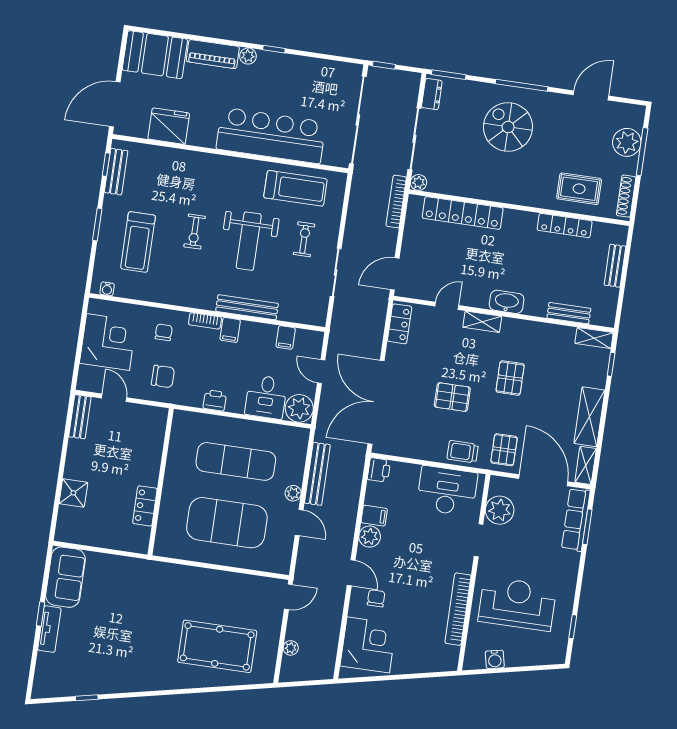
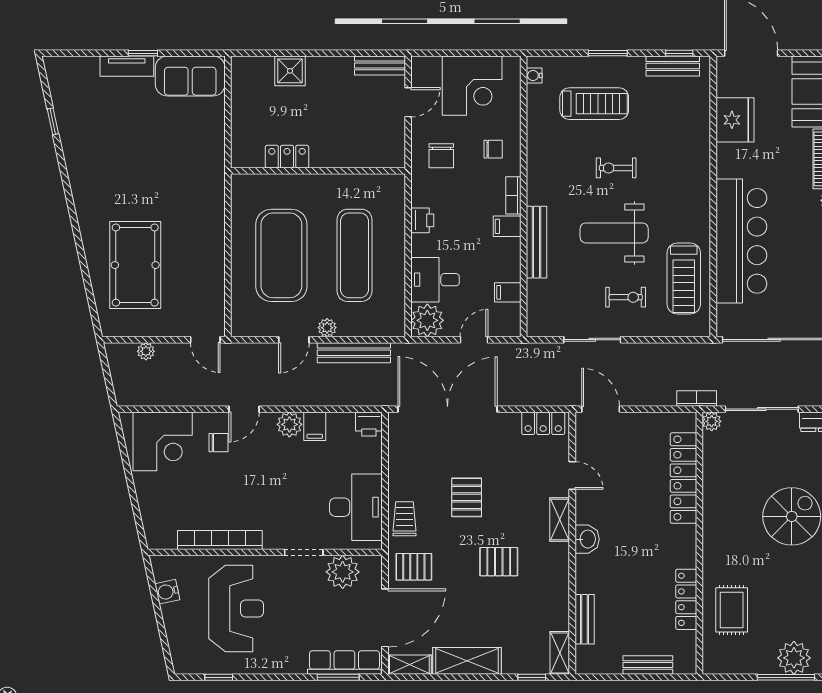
shoe rack: (626, 196) -> (731, 666), removed
bookcase: (396, 202) -> (697, 398), width x0.64
treadmill: (138, 242) -> (594, 104), turned 180
washbasin: (507, 302) -> (587, 539), width x0.72

